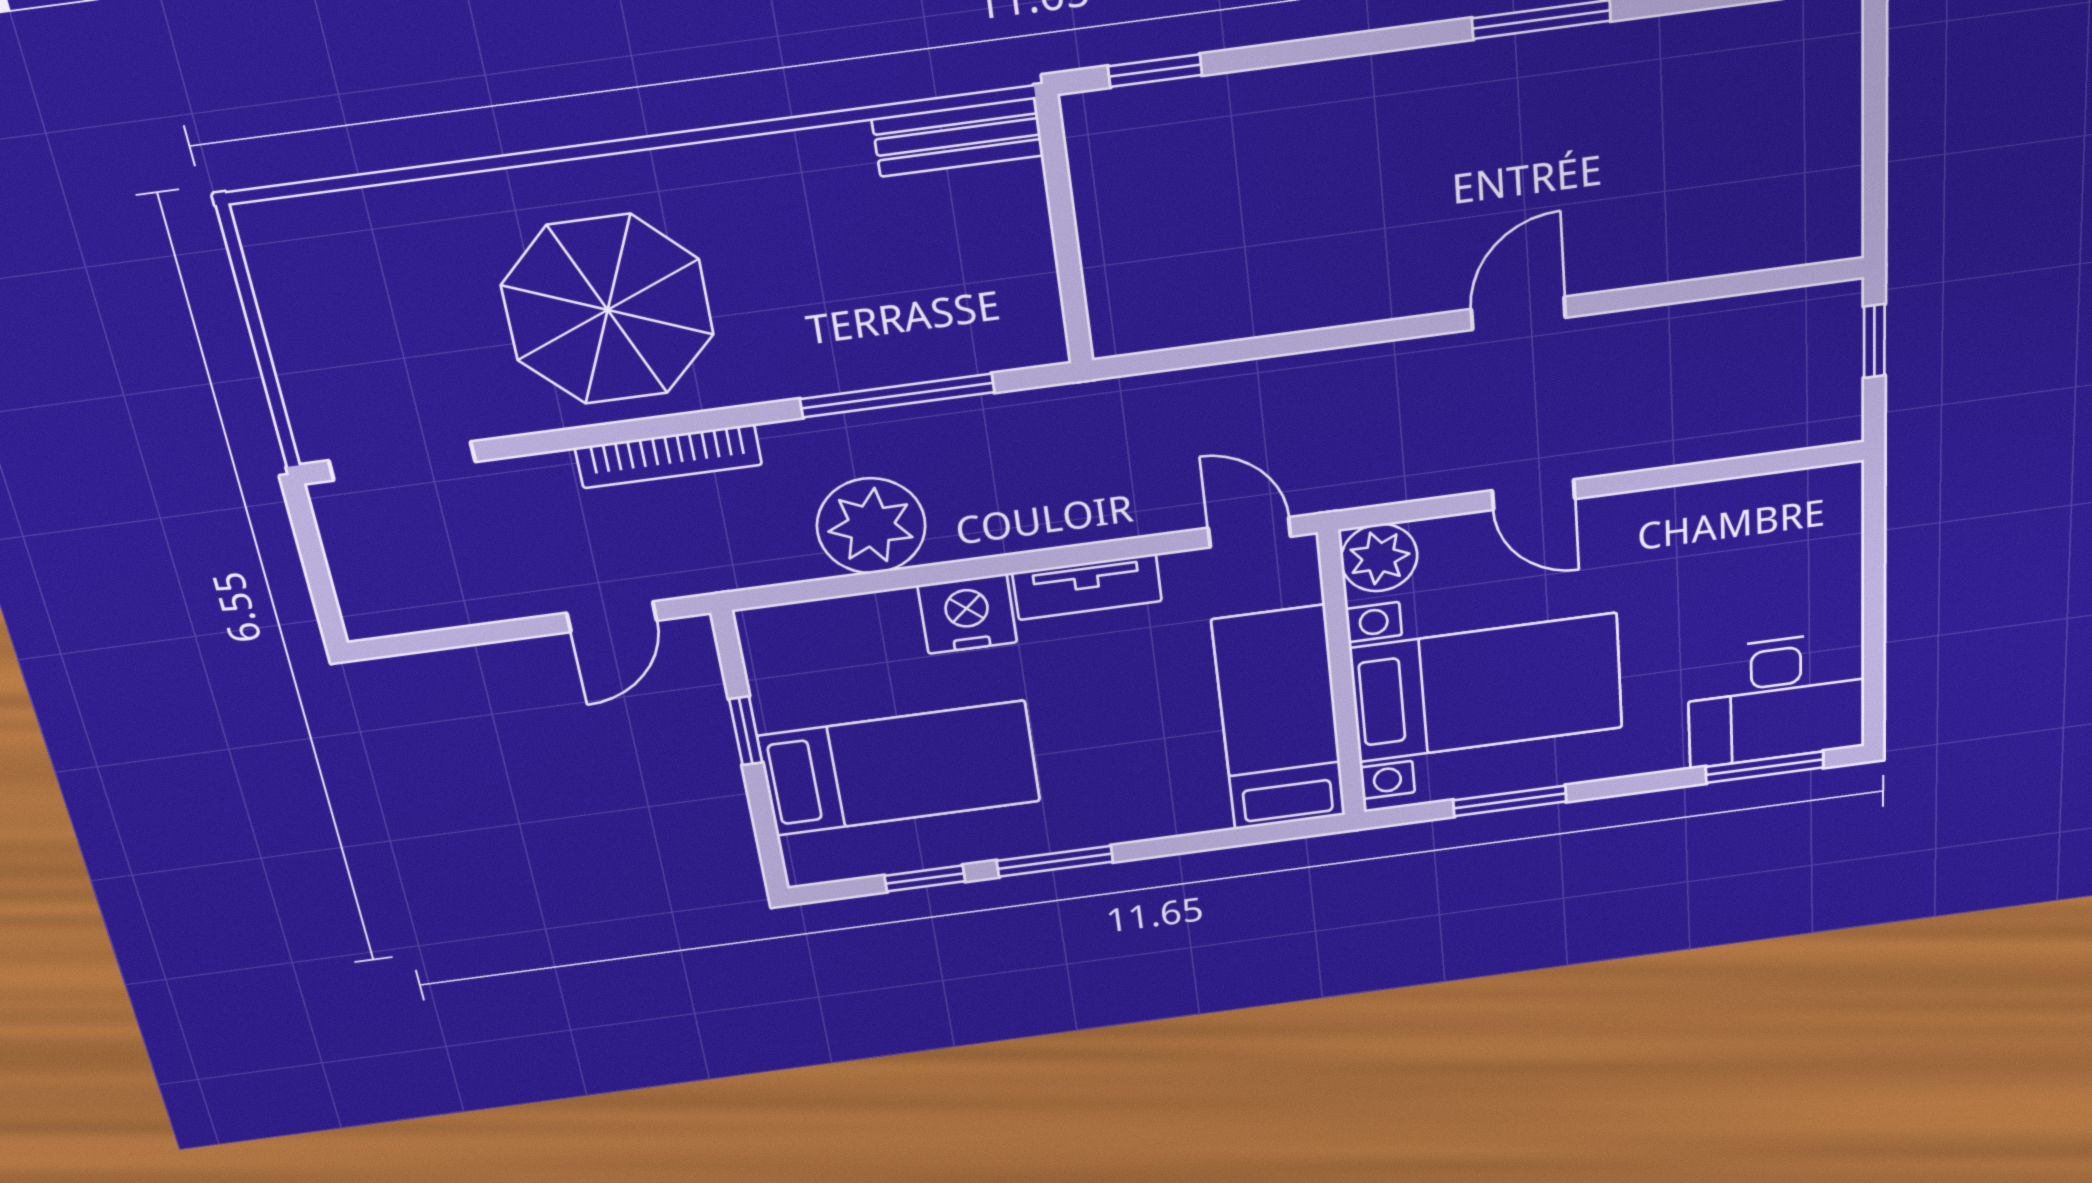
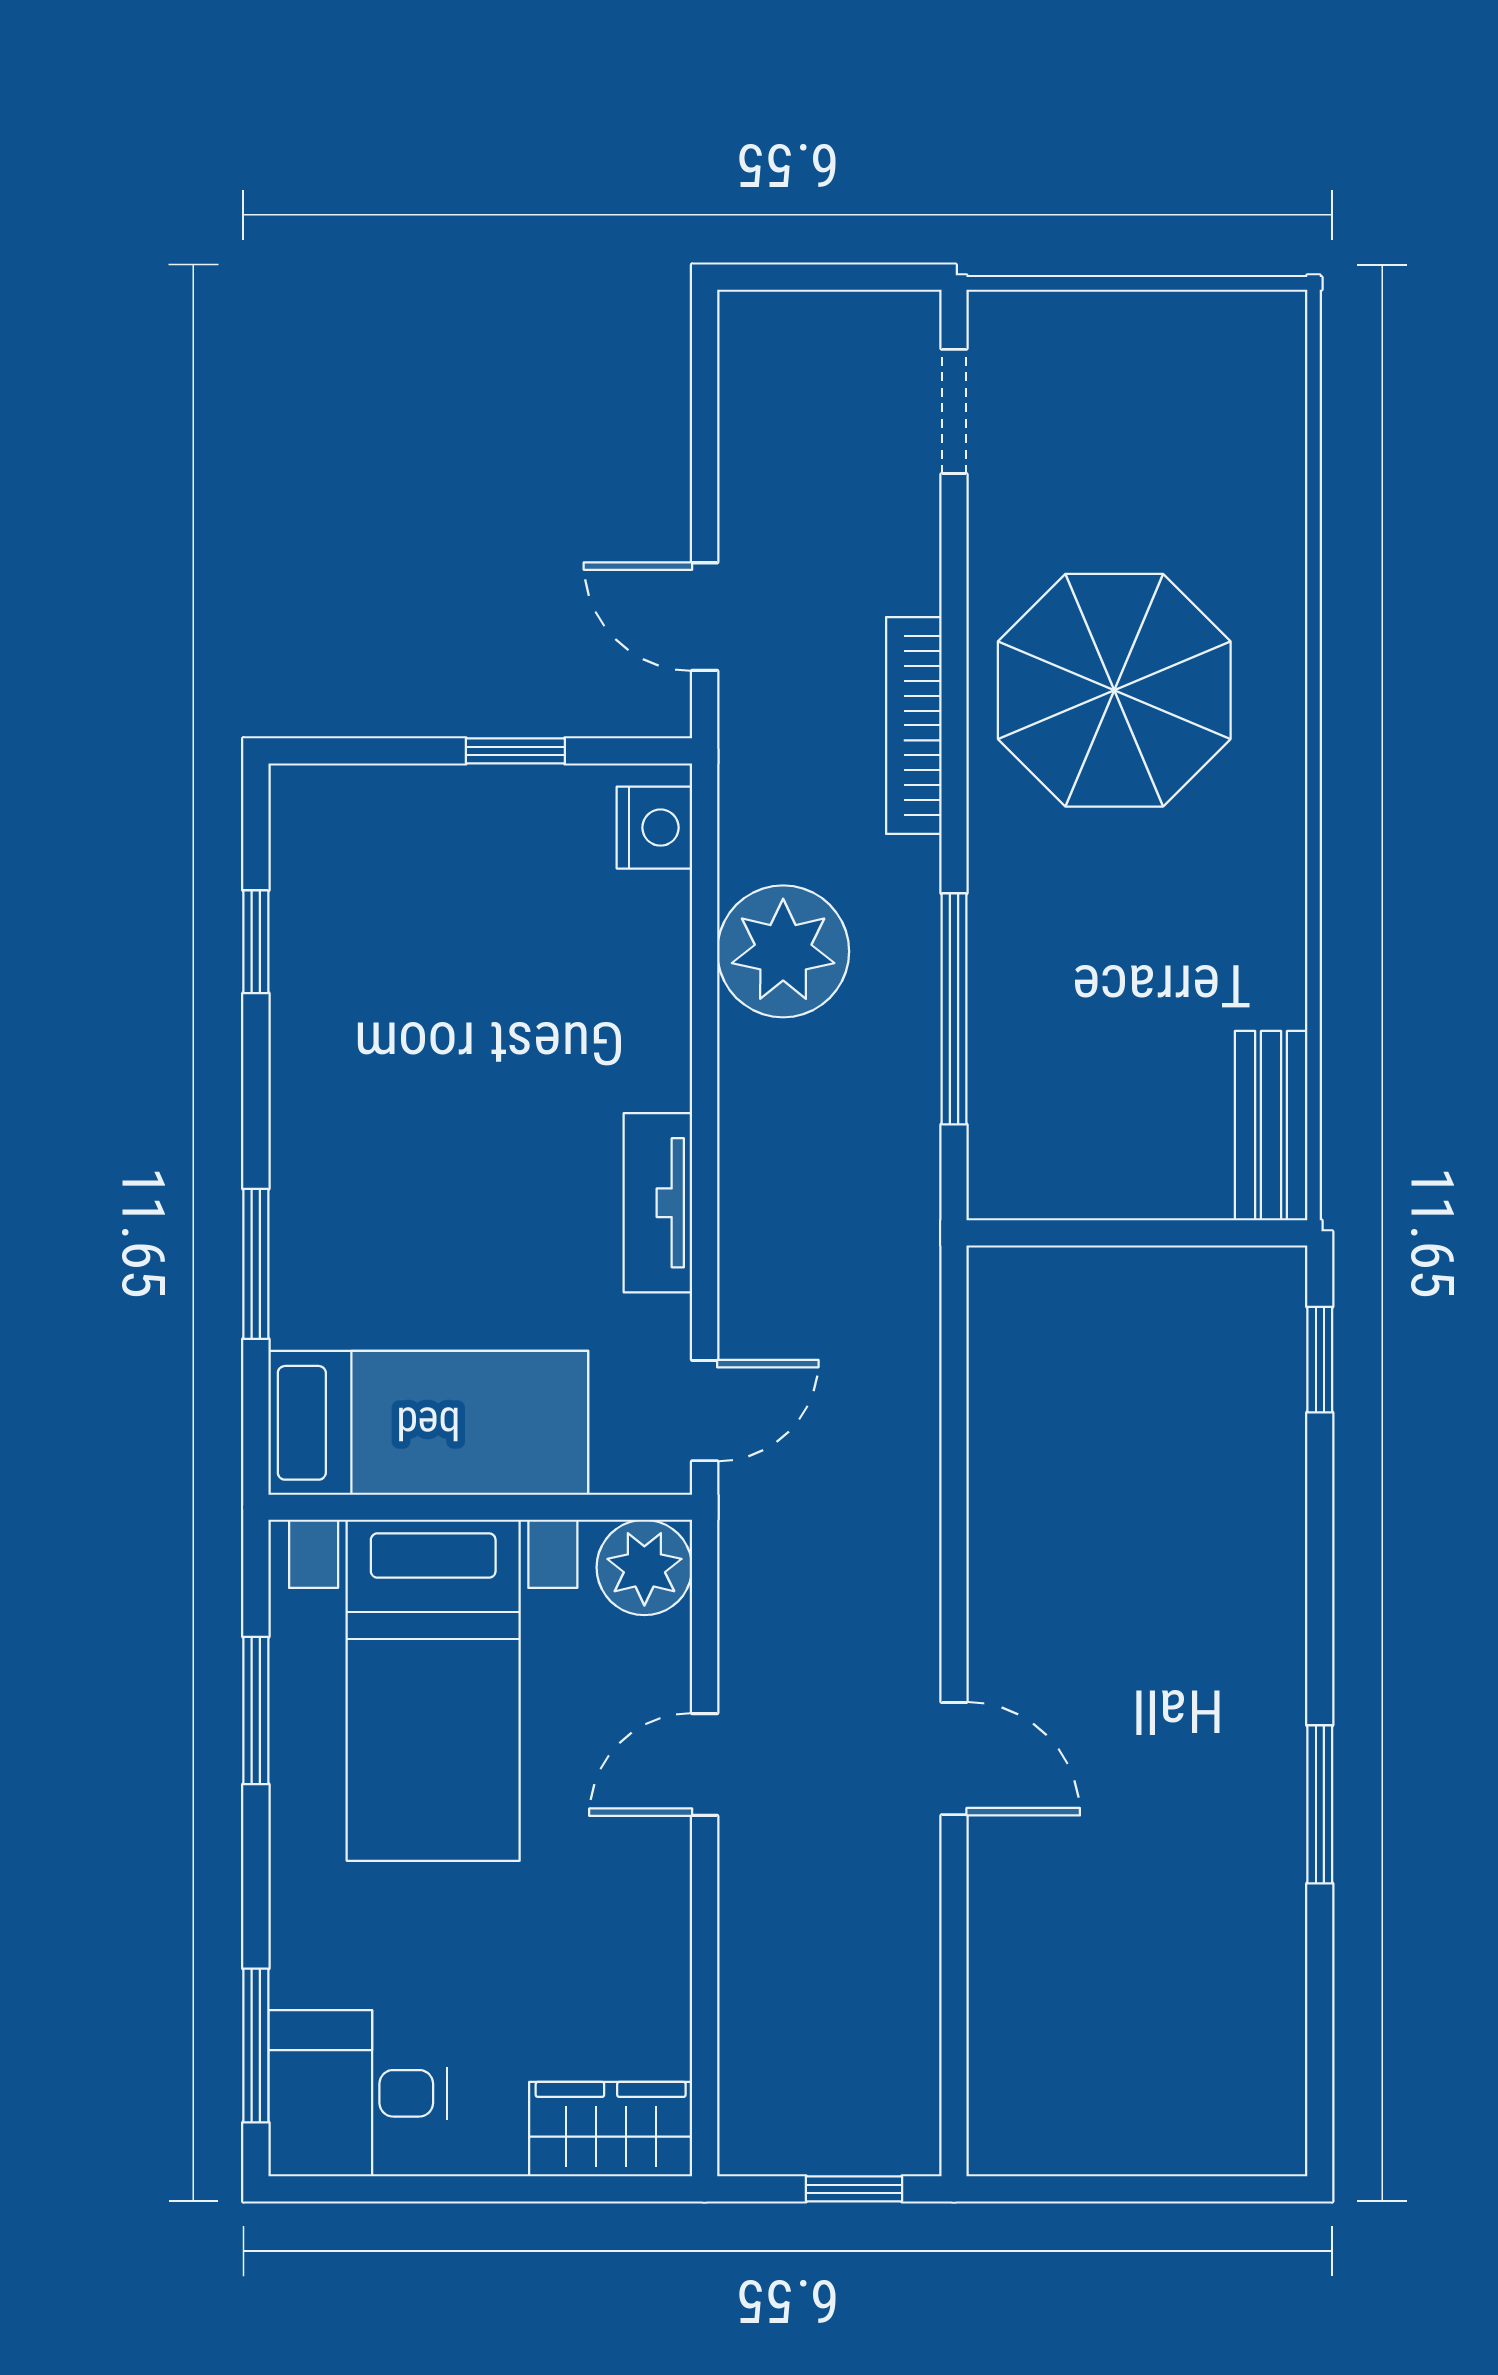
doorway: (402, 461) -> (954, 411), width x0.73
wardrobe: (1827, 522) -> (611, 2129), added
nightstand: (967, 614) -> (654, 828), moved, width x0.74, depth x0.75
desk: (1776, 699) -> (358, 2093), width x0.73
bed: (899, 768) -> (429, 934), removed
window: (1055, 861) -> (256, 1264), moved

